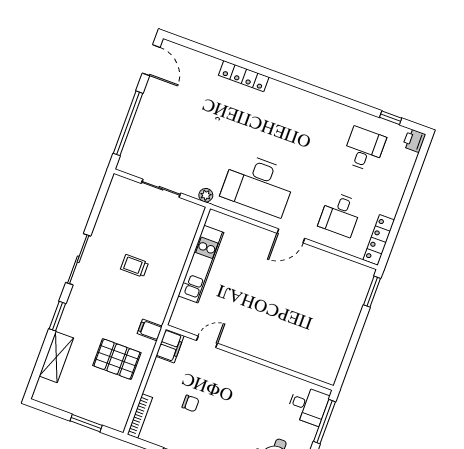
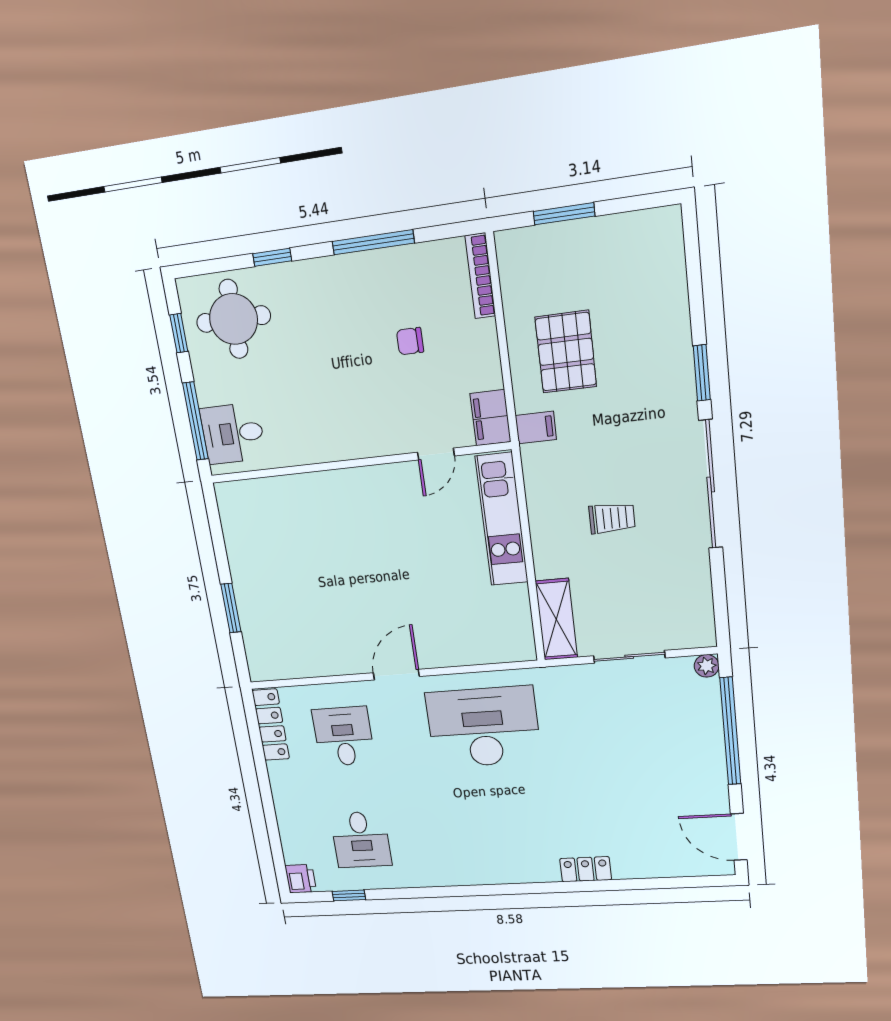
locker: (244, 76) -> (586, 869), width x0.66
plant: (206, 195) -> (707, 666), moved
sliding door: (78, 259) -> (711, 485), width x1.36
kitchen unit: (201, 264) -> (502, 520), moved
window: (372, 292) -> (231, 608), moved
shelving: (56, 357) -> (556, 619), moved
pallet: (117, 359) -> (566, 352), turned 90

